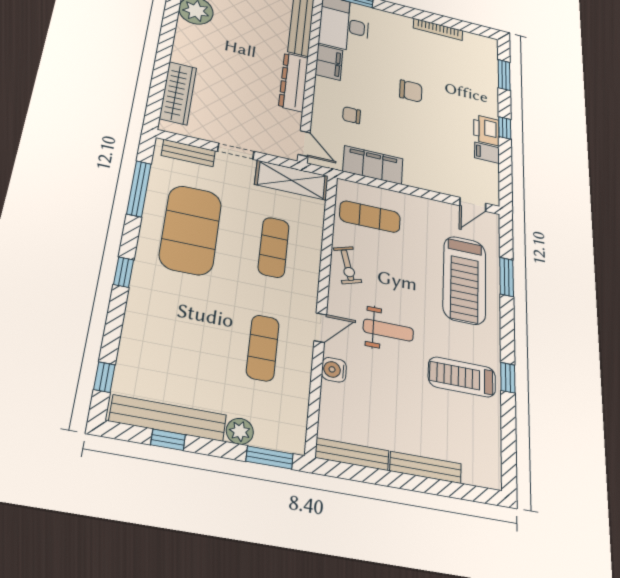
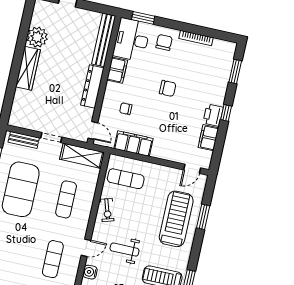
chair: (393, 31) -> (164, 42), added
wardrobe: (178, 93) -> (28, 68), moved
filing cabinet: (487, 153) -> (208, 138), width x2.00
treadmill: (465, 280) -> (176, 219), turned 180
weight bench: (388, 330) -> (125, 250), turned 180

